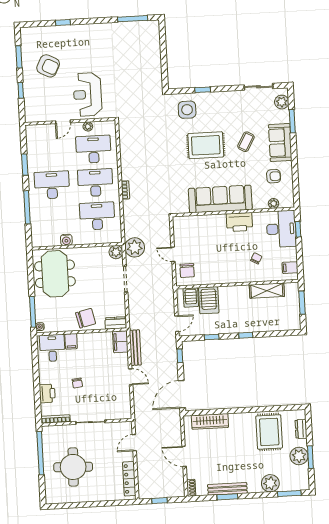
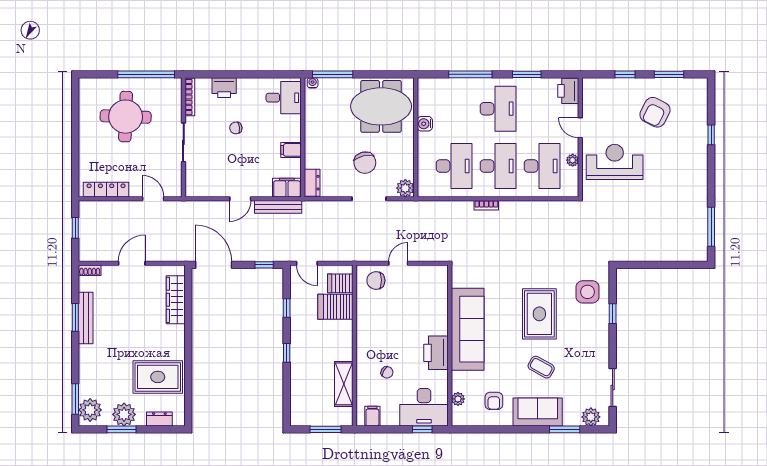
printer: (36, 133) -> (568, 91), added
plant: (135, 247) -> (410, 213), removed
chair: (86, 318) -> (365, 163), moved
filing cabinet: (71, 341) -> (291, 150), moved
plant: (270, 483) -> (90, 410), moved

